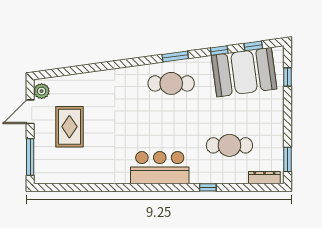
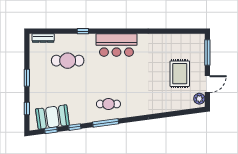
window: (175, 57) -> (106, 123), width x1.44
booth: (244, 72) -> (52, 117), width x0.73, depth x0.70
cafe table: (171, 83) -> (108, 104), width x0.73, depth x0.74
window: (288, 159) -> (27, 78), moved

